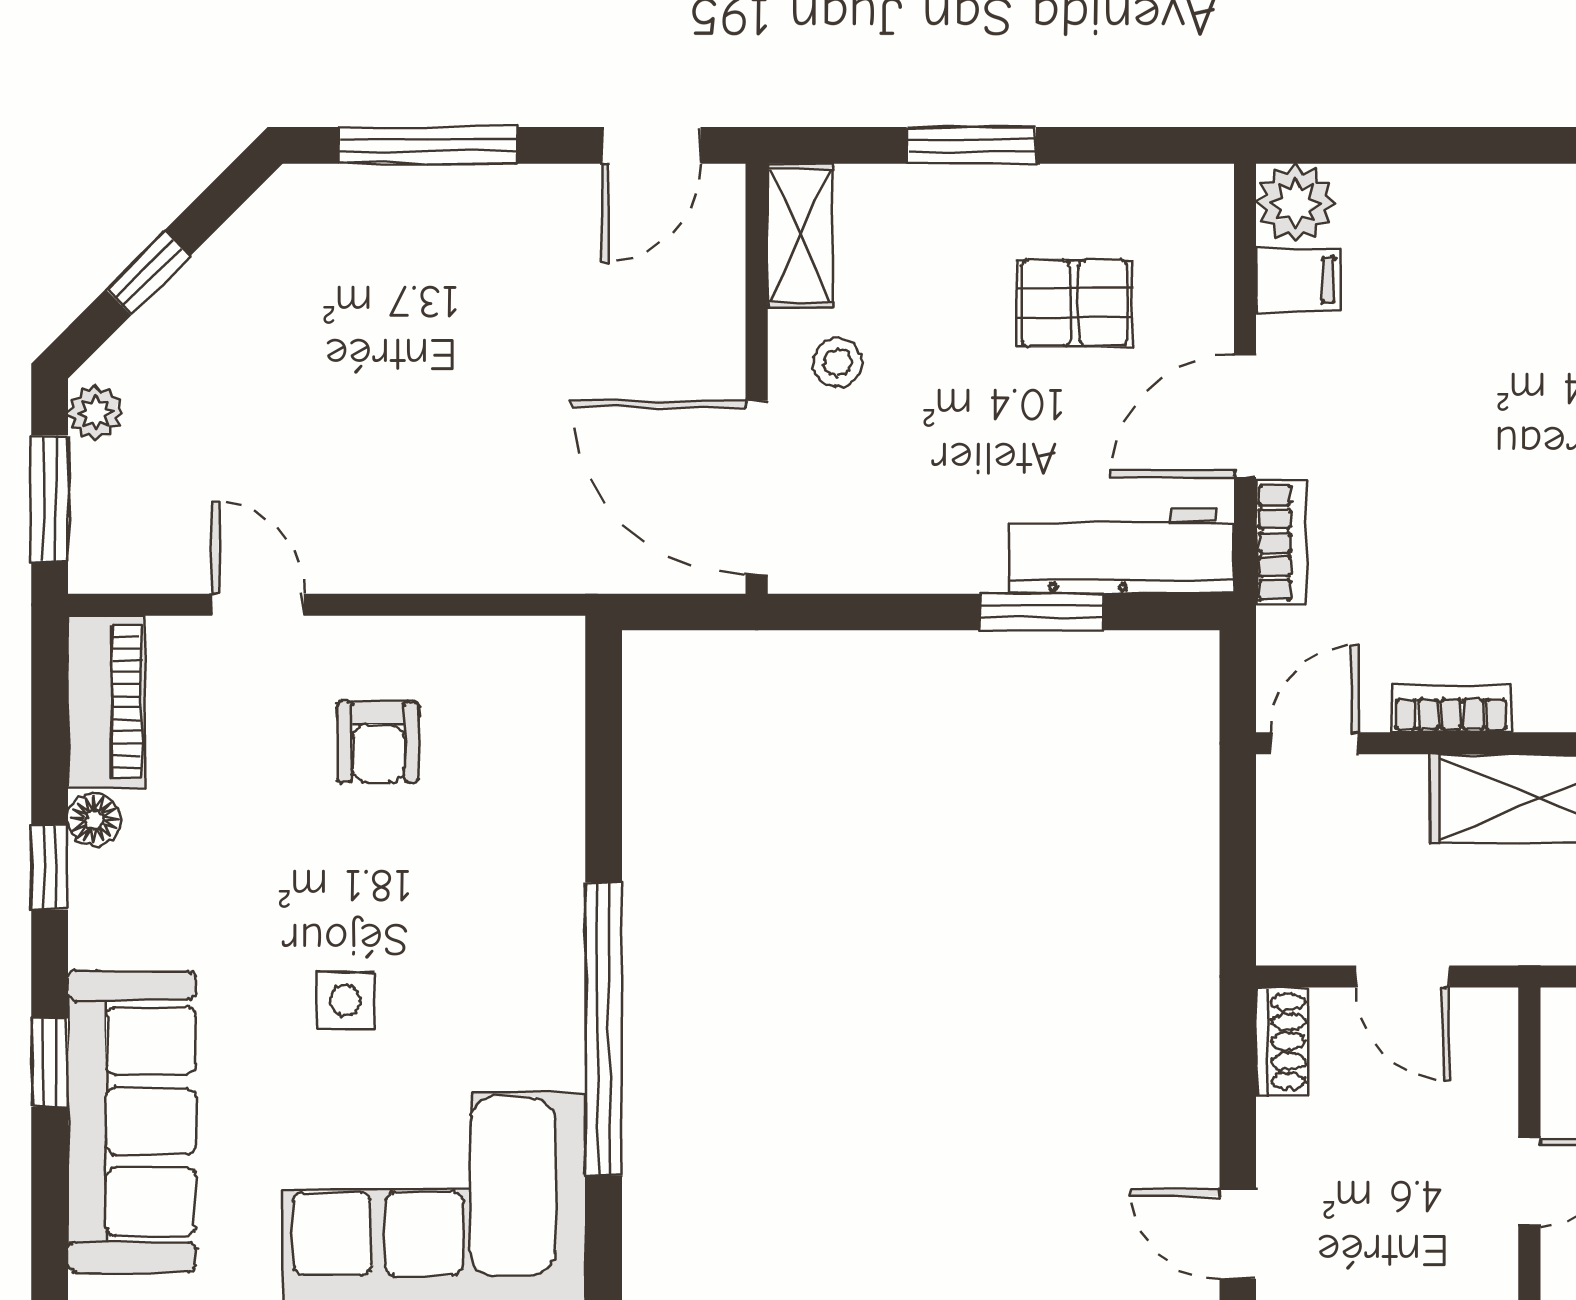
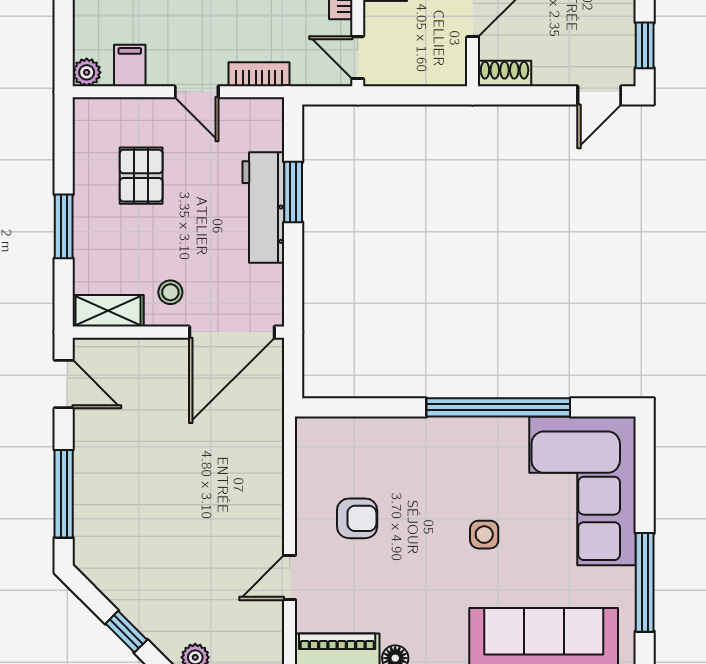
plant: (1295, 203) -> (87, 72), width x0.73, depth x0.73
door: (1245, 416) -> (197, 92), width x0.73
workbench: (1122, 551) -> (263, 208), moved

